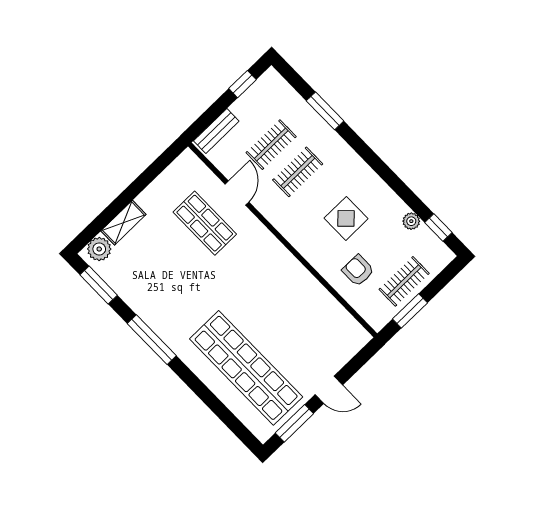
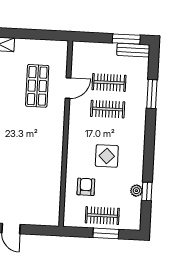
window: (242, 84) -> (126, 39), width x1.50
bench: (216, 131) -> (133, 50), moved
window: (438, 228) -> (147, 191), moved
window: (410, 311) -> (106, 233), moved

